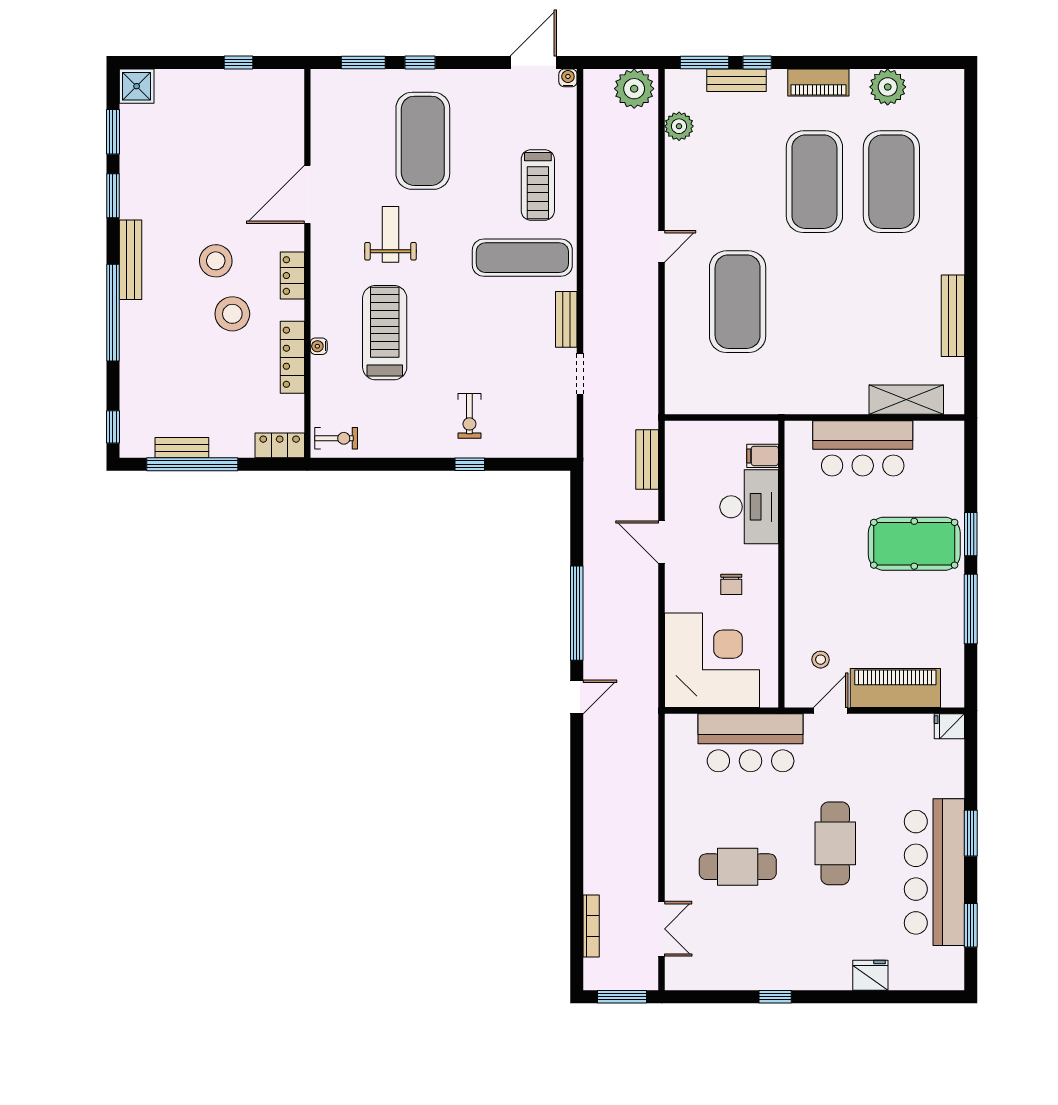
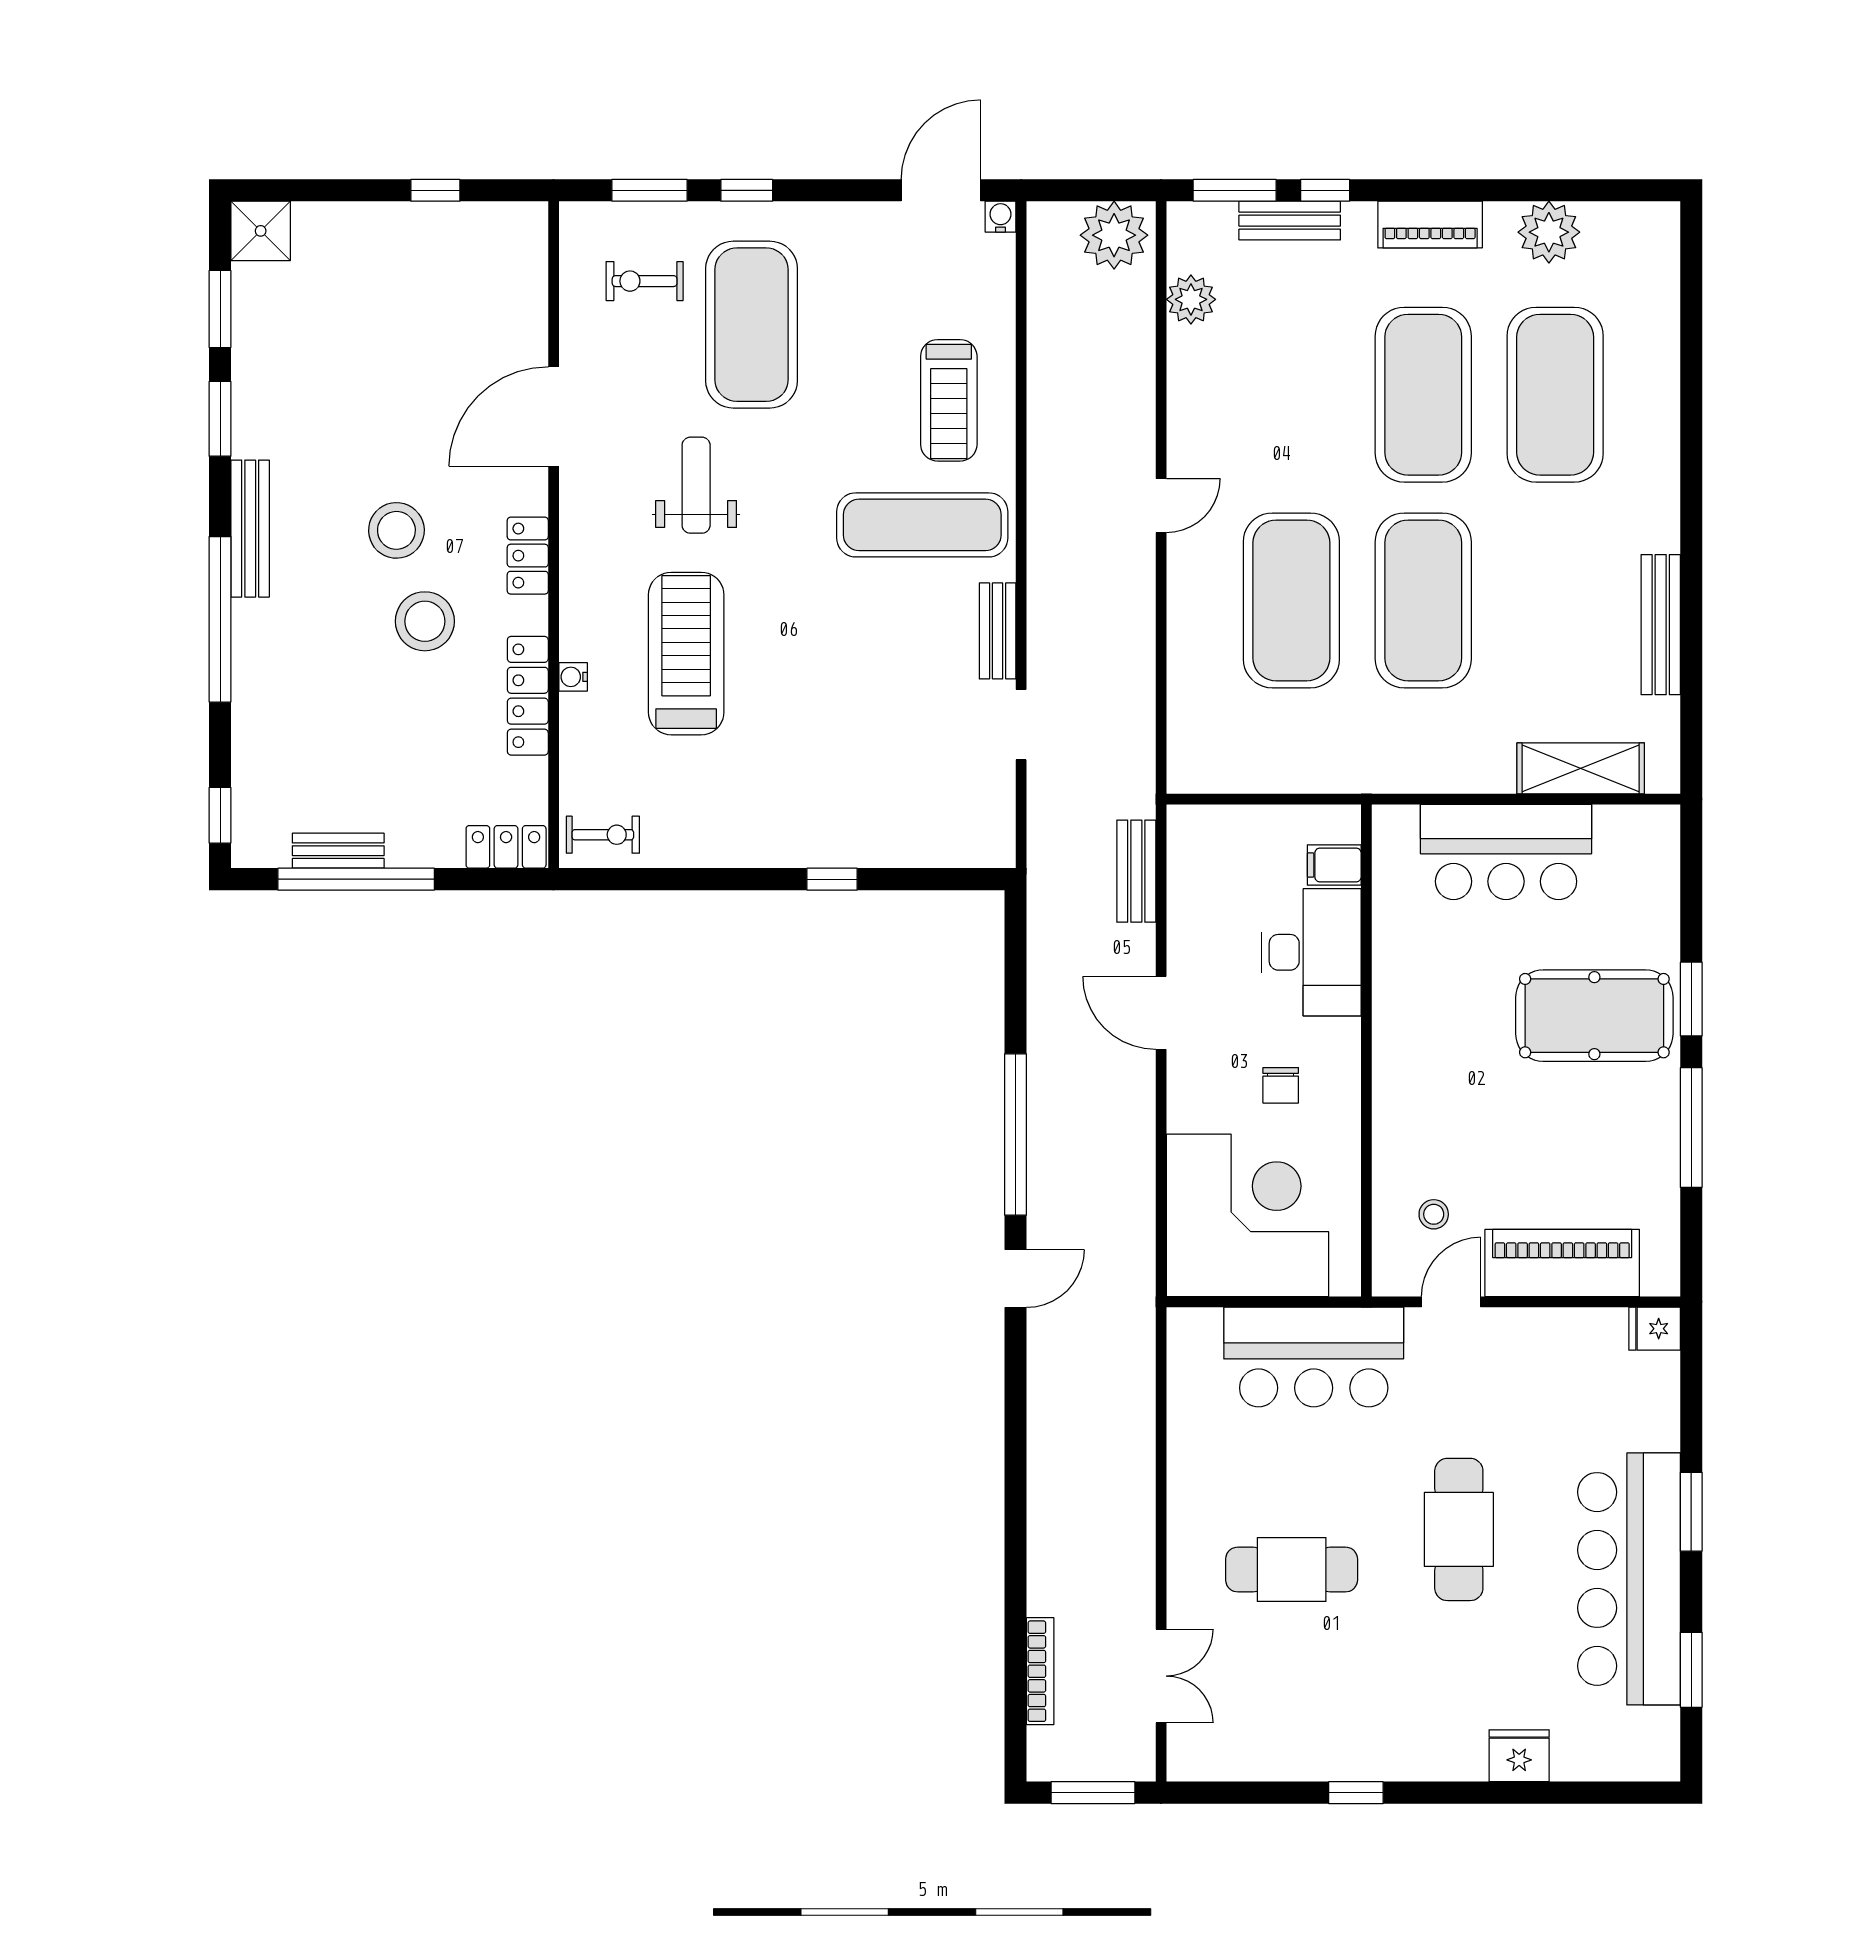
exercise mat: (814, 302) -> (1423, 600), added
exercise bike: (469, 416) -> (645, 281), moved, turned 90

